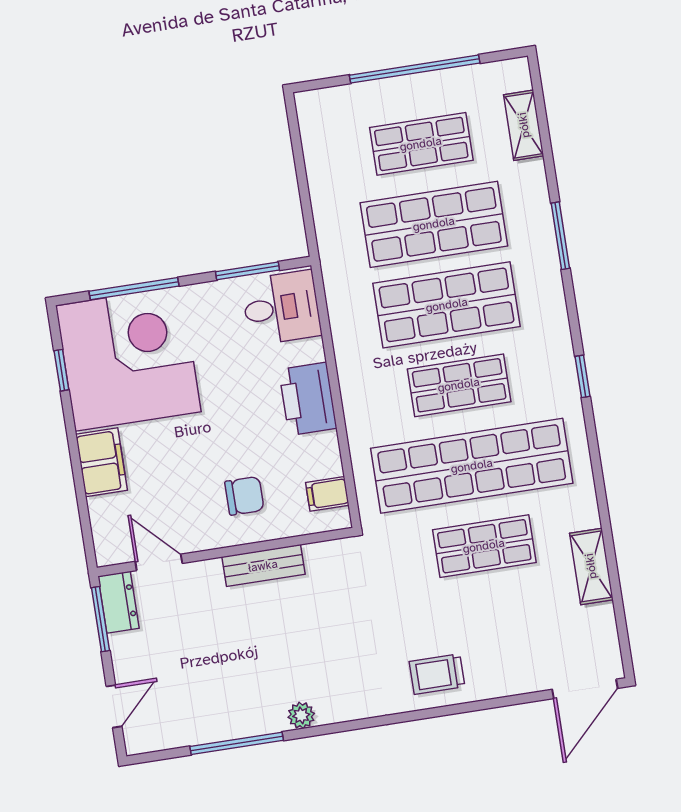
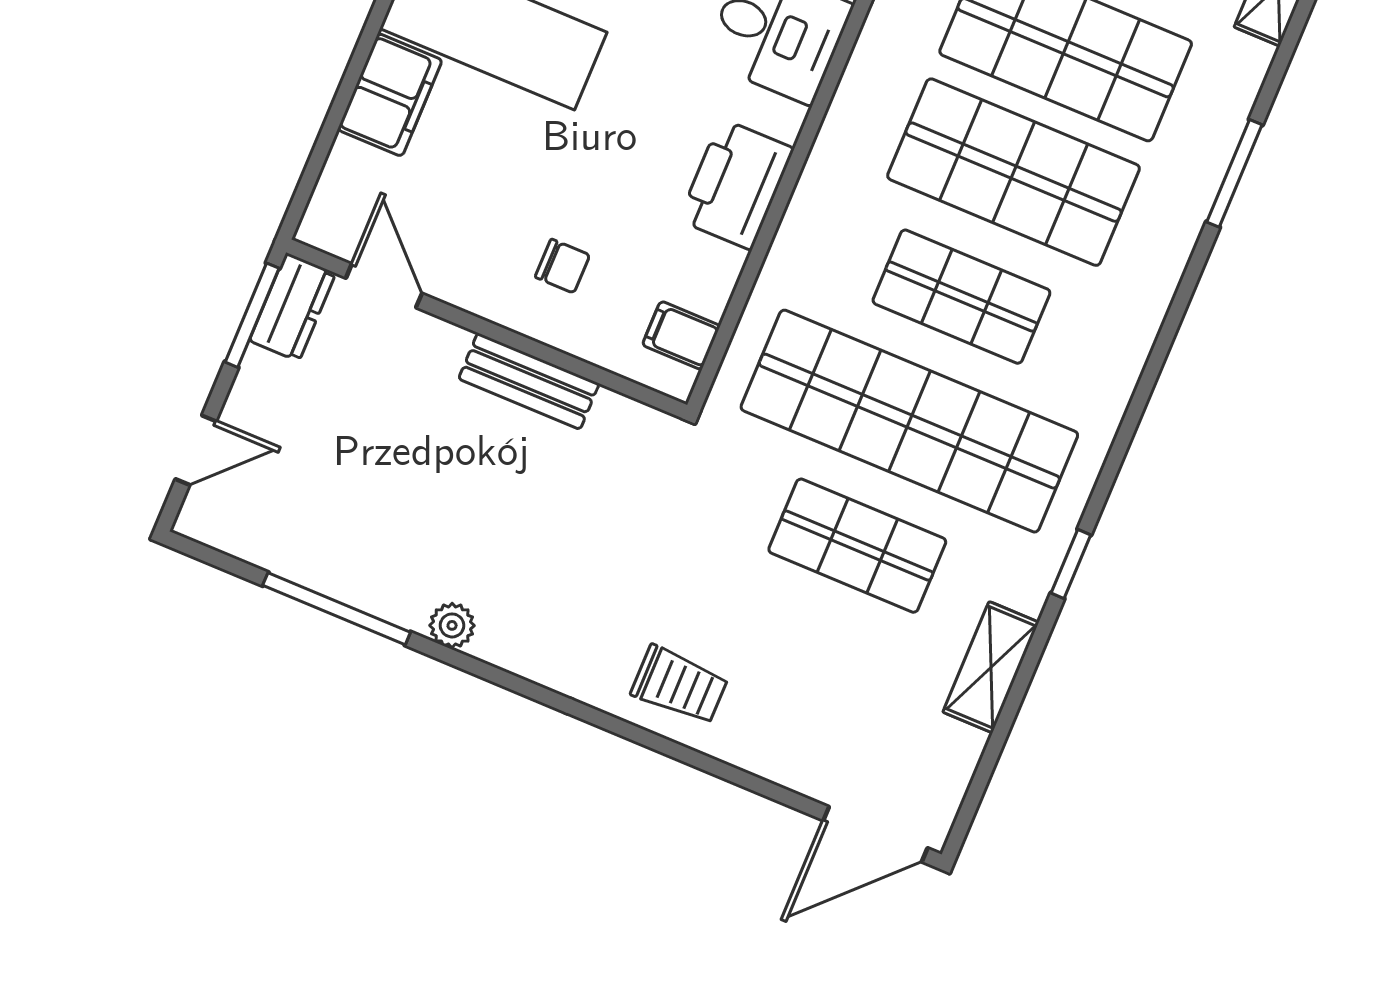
window: (582, 376) -> (1071, 564), moved
chair: (244, 496) -> (562, 266), width x0.73, depth x0.73
trolley: (437, 674) -> (679, 685), turned 180

